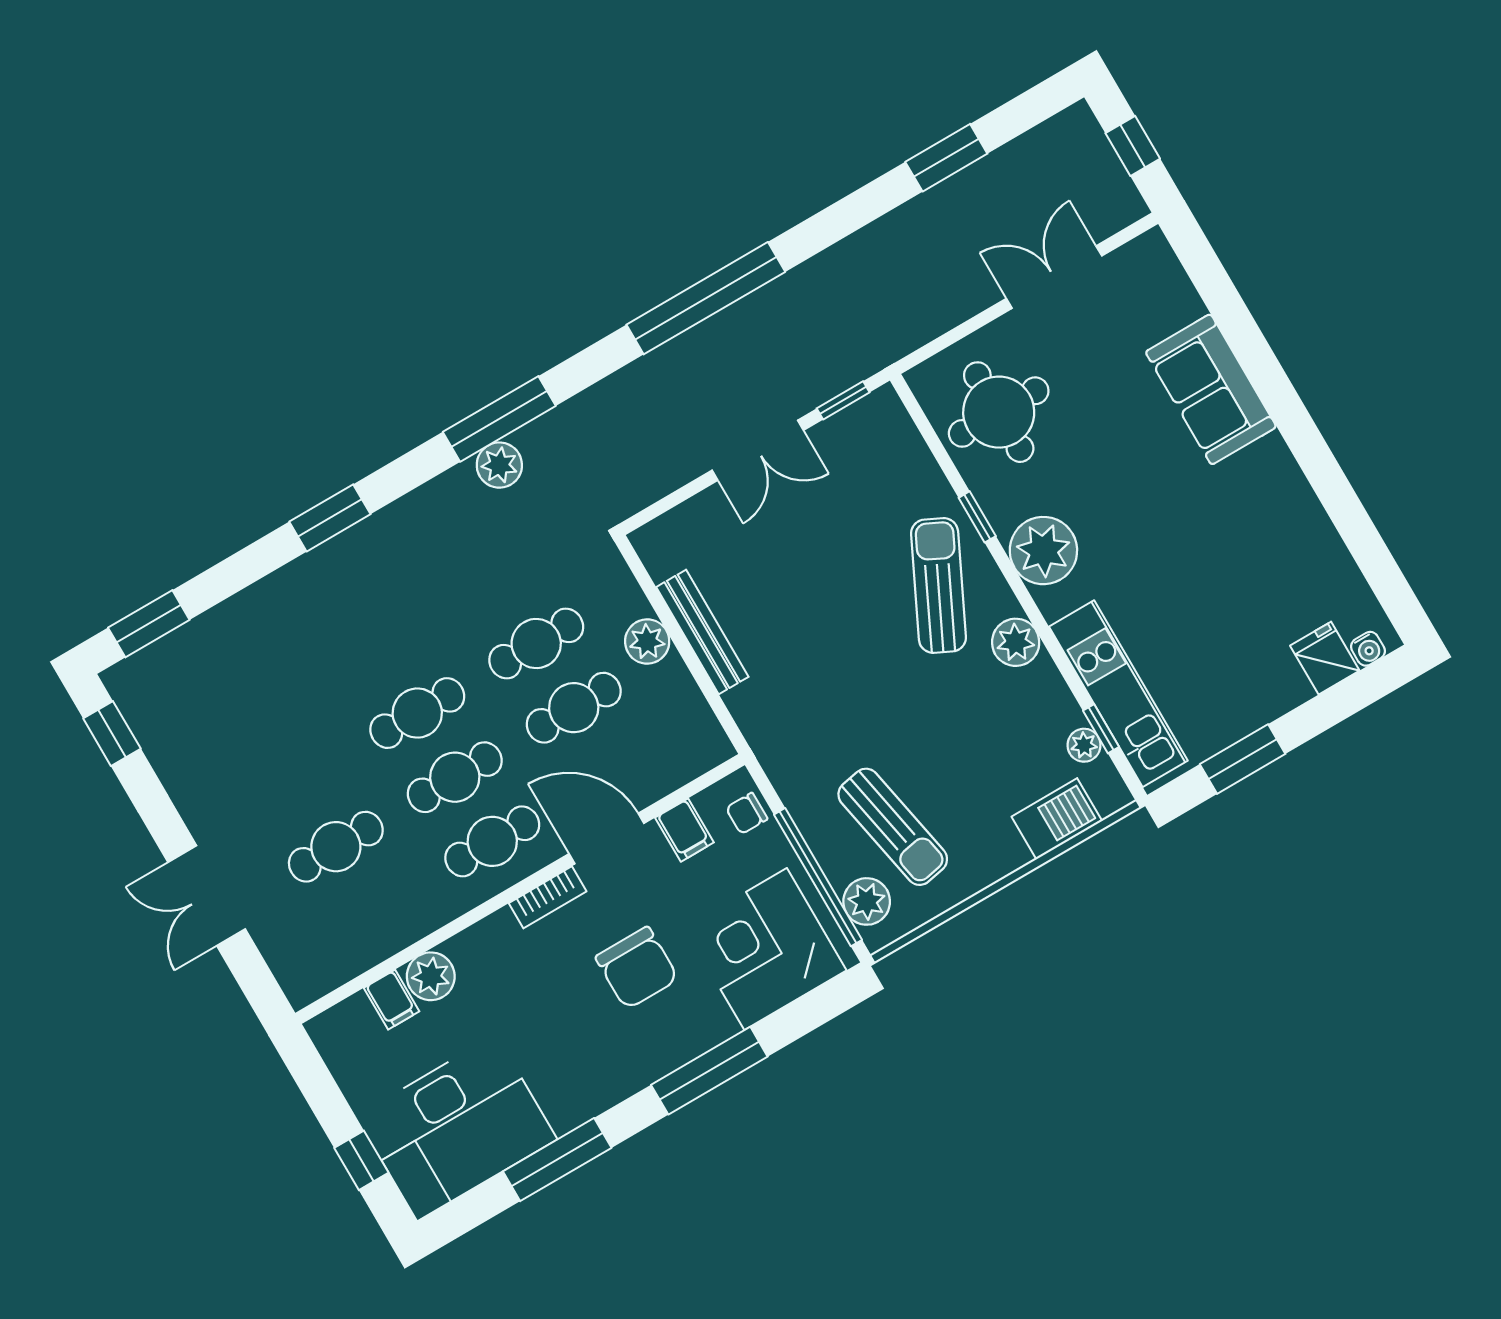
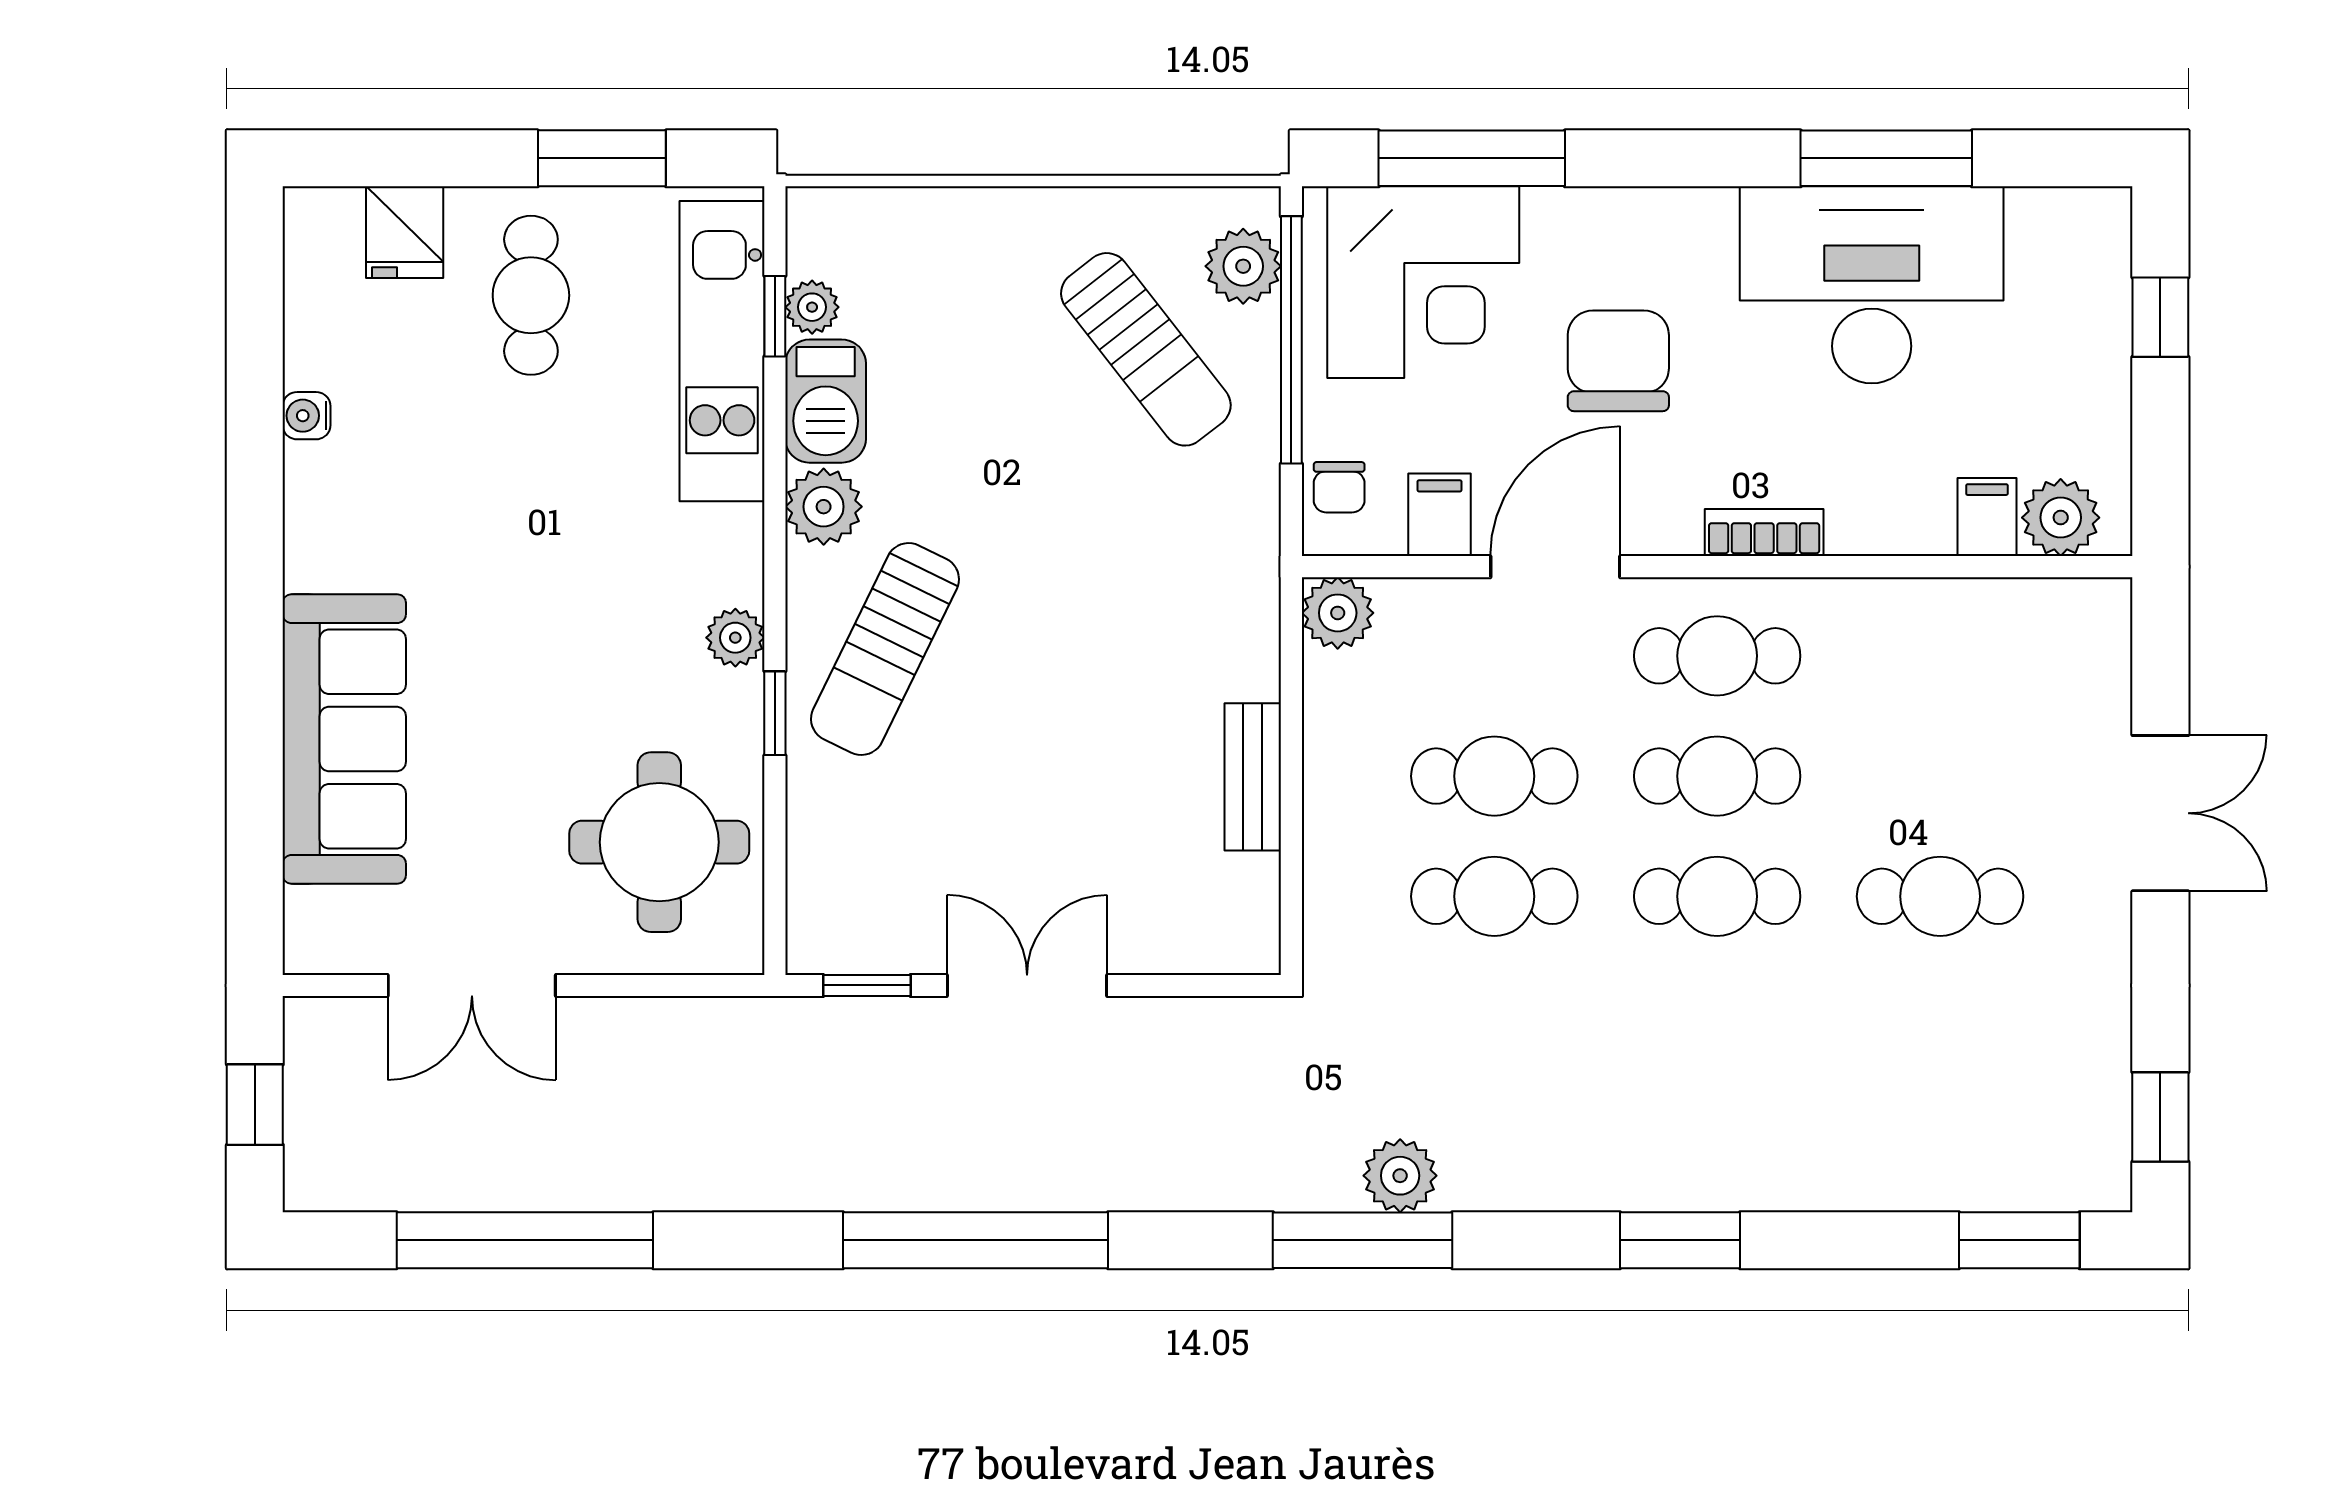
window: (946, 158) -> (525, 1240), width x2.11
sofa: (1211, 389) -> (344, 739), width x1.36
plant: (1043, 551) -> (735, 638), width x0.53, depth x0.53
bench: (702, 632) -> (1253, 777), width x0.73
plant: (647, 641) -> (1338, 613), moved
water cooler: (1368, 649) -> (307, 416), moved, turned -90
cafe table: (1238, 664) -> (531, 295), added
chair: (747, 813) -> (1339, 487), turned 90
barbecue: (1057, 819) -> (826, 401), moved, turned -90
sun lounger: (893, 827) -> (1146, 349), turned 153
door: (606, 838) -> (1555, 567), swing flipped
cafe table: (336, 847) -> (1940, 896), moved
bookcase: (548, 897) -> (1764, 533), moved
plant: (431, 976) -> (2061, 518), moved
window: (709, 1071) -> (1472, 158), moved
desk: (457, 1128) -> (1872, 285), moved

